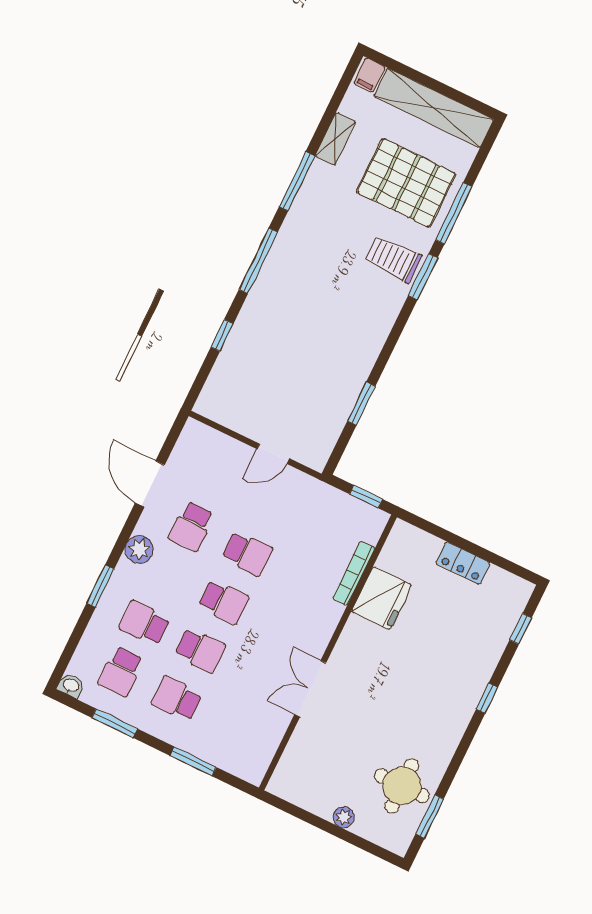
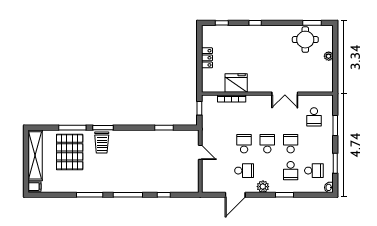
shelving: (335, 139) -> (66, 188), removed
school desk: (177, 699) -> (314, 117), moved

